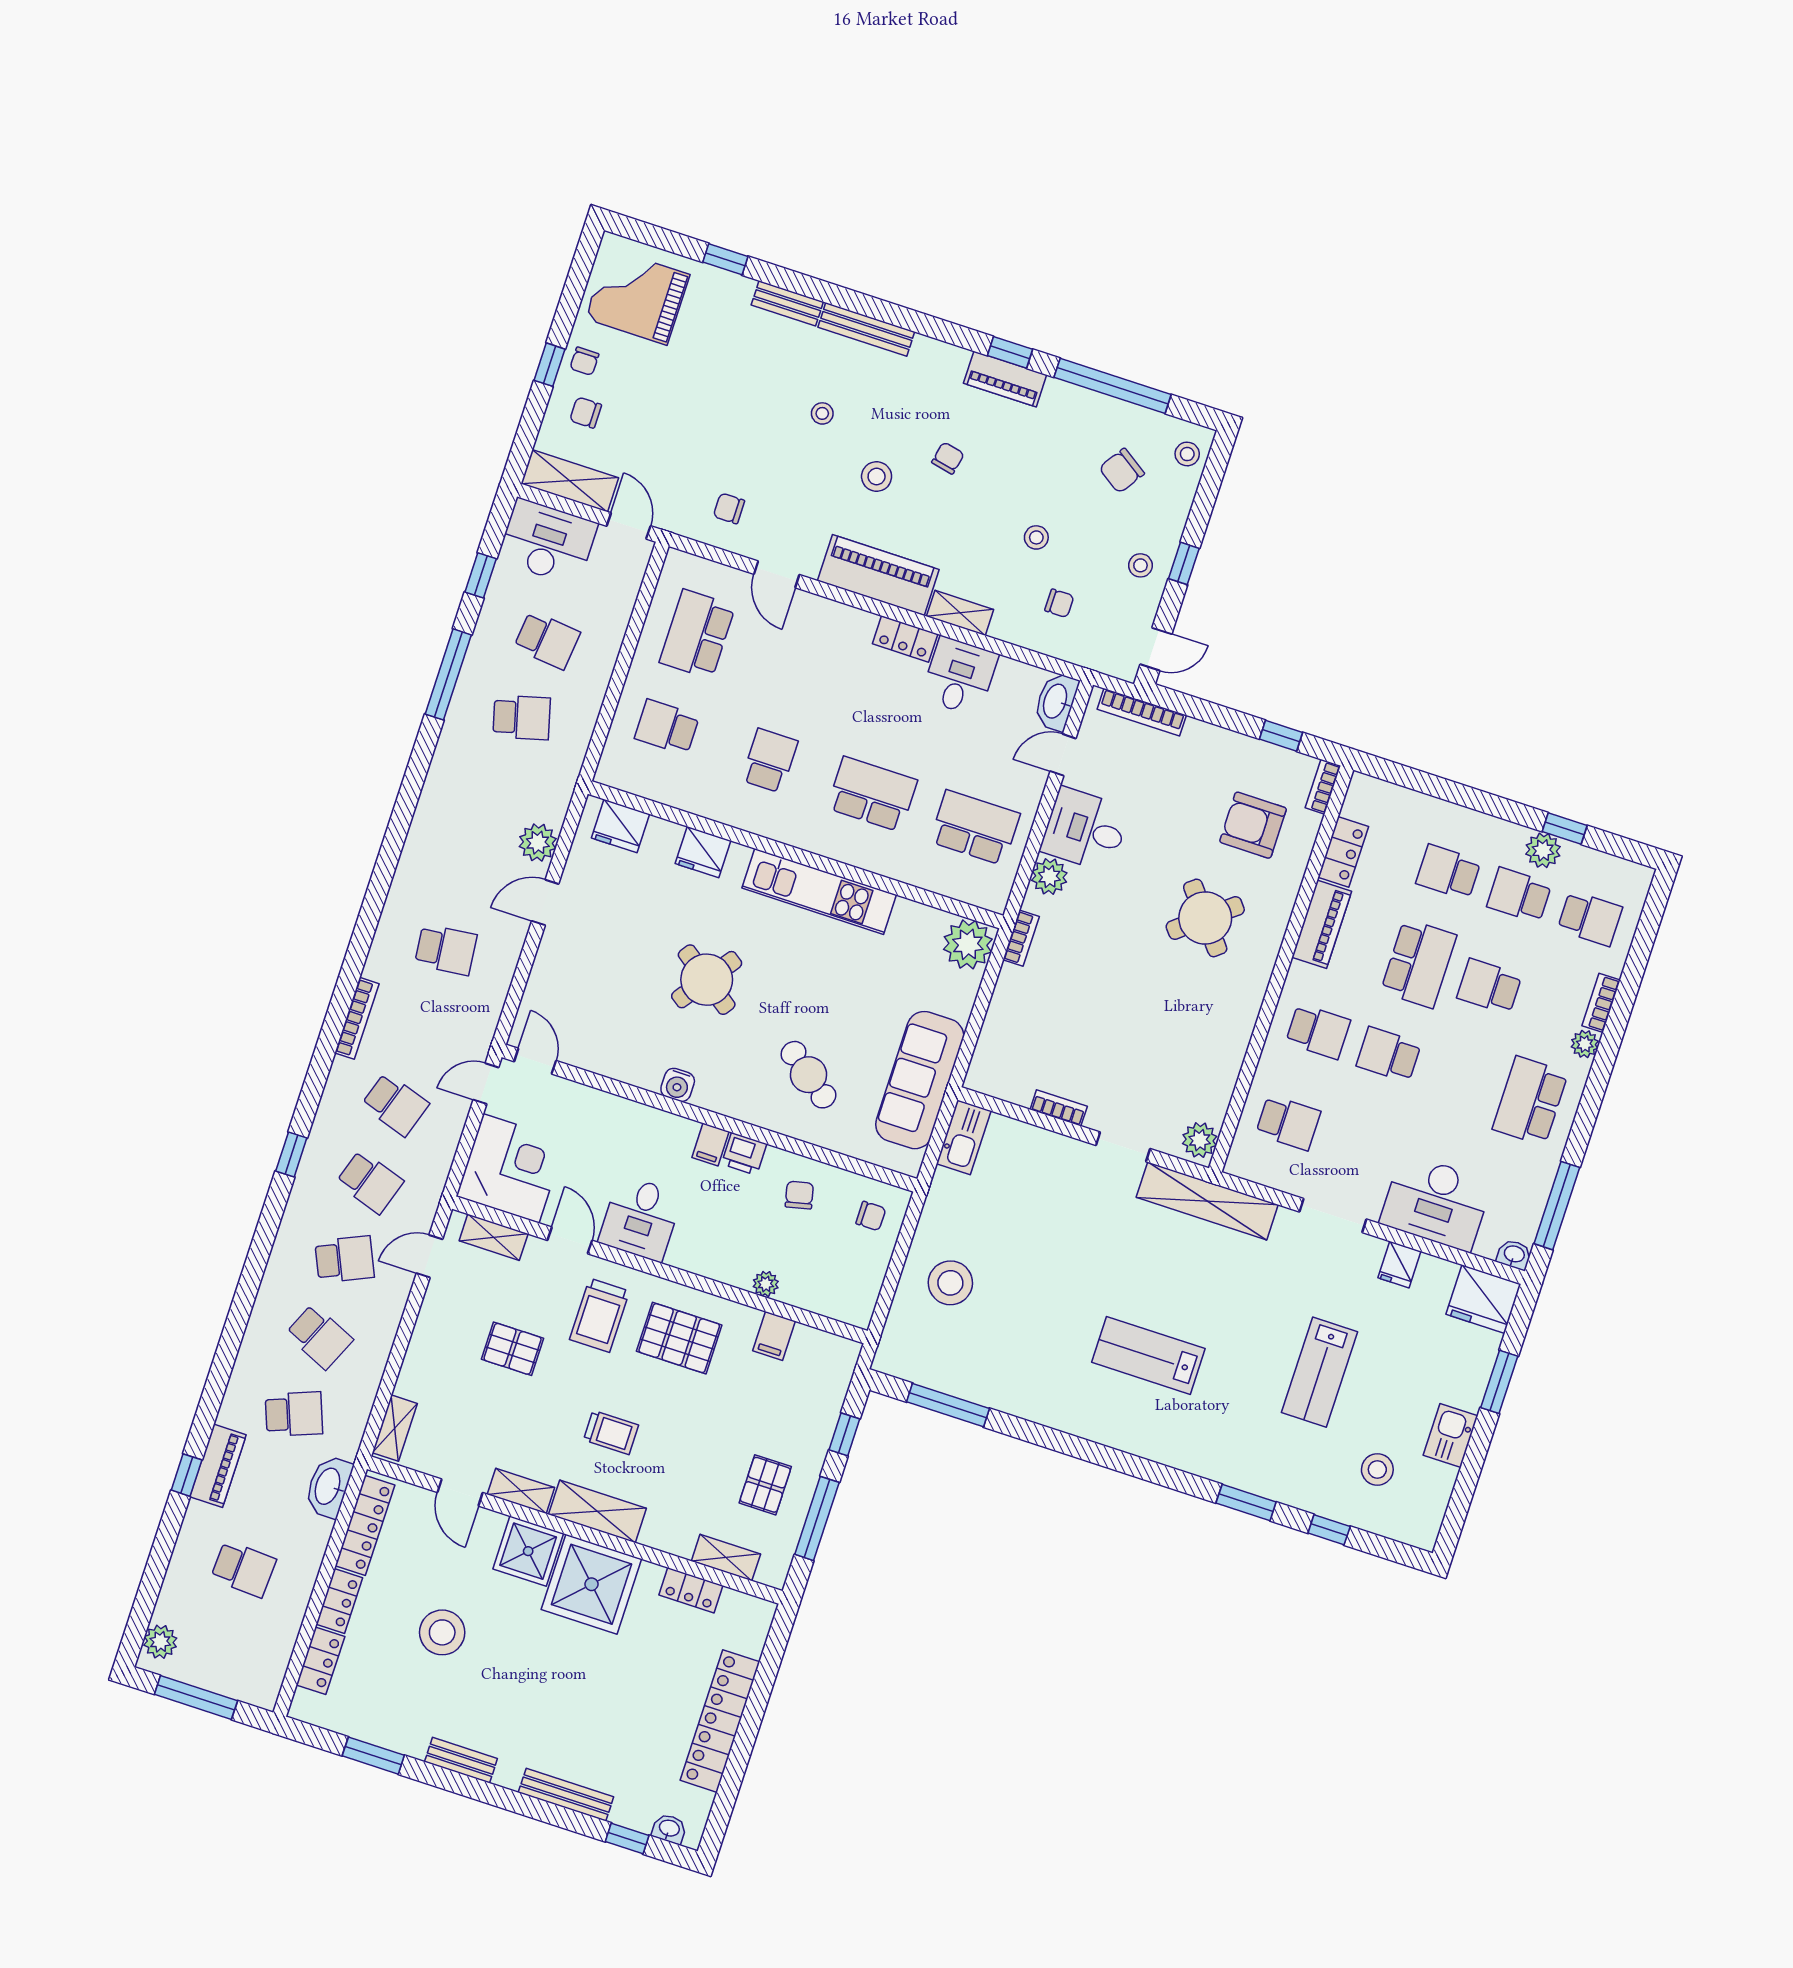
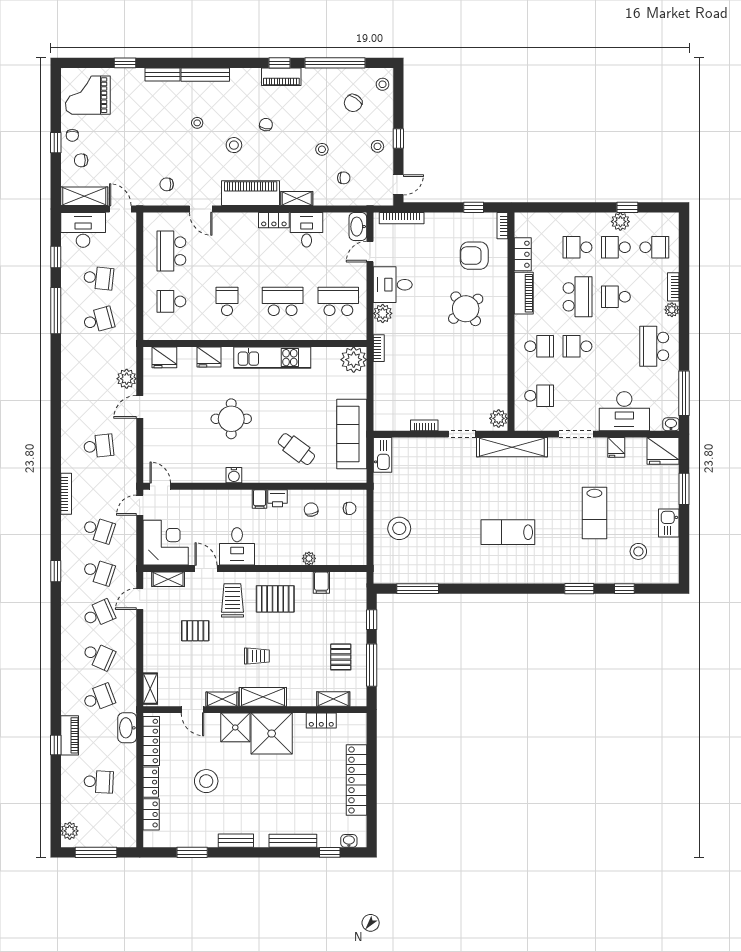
round table: (707, 980) -> (231, 419), turned -36
trolley: (600, 1315) -> (232, 600), turned 180

